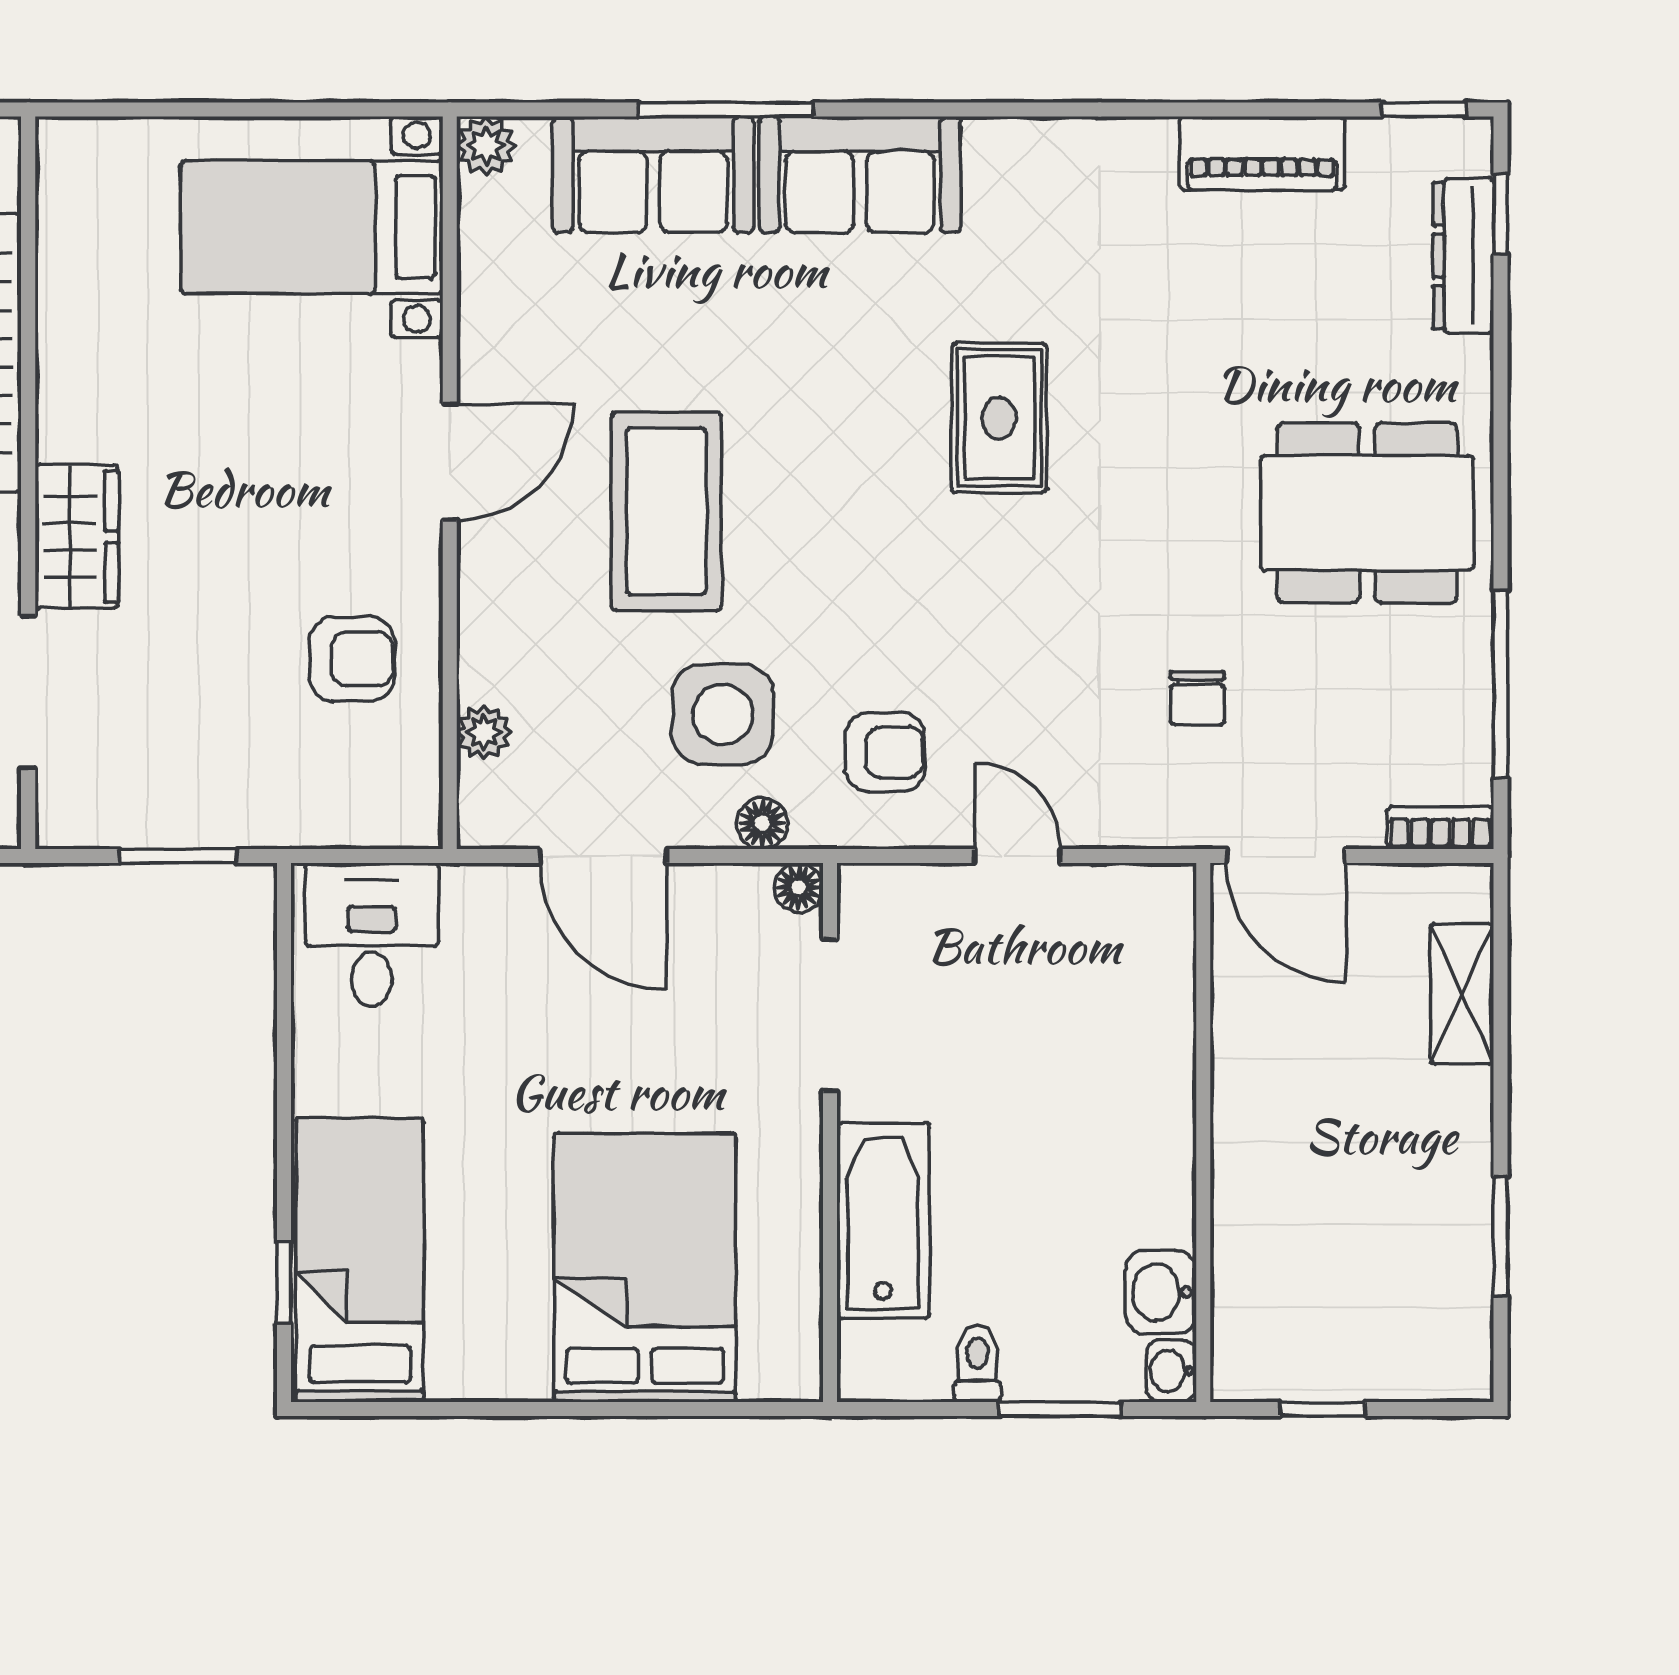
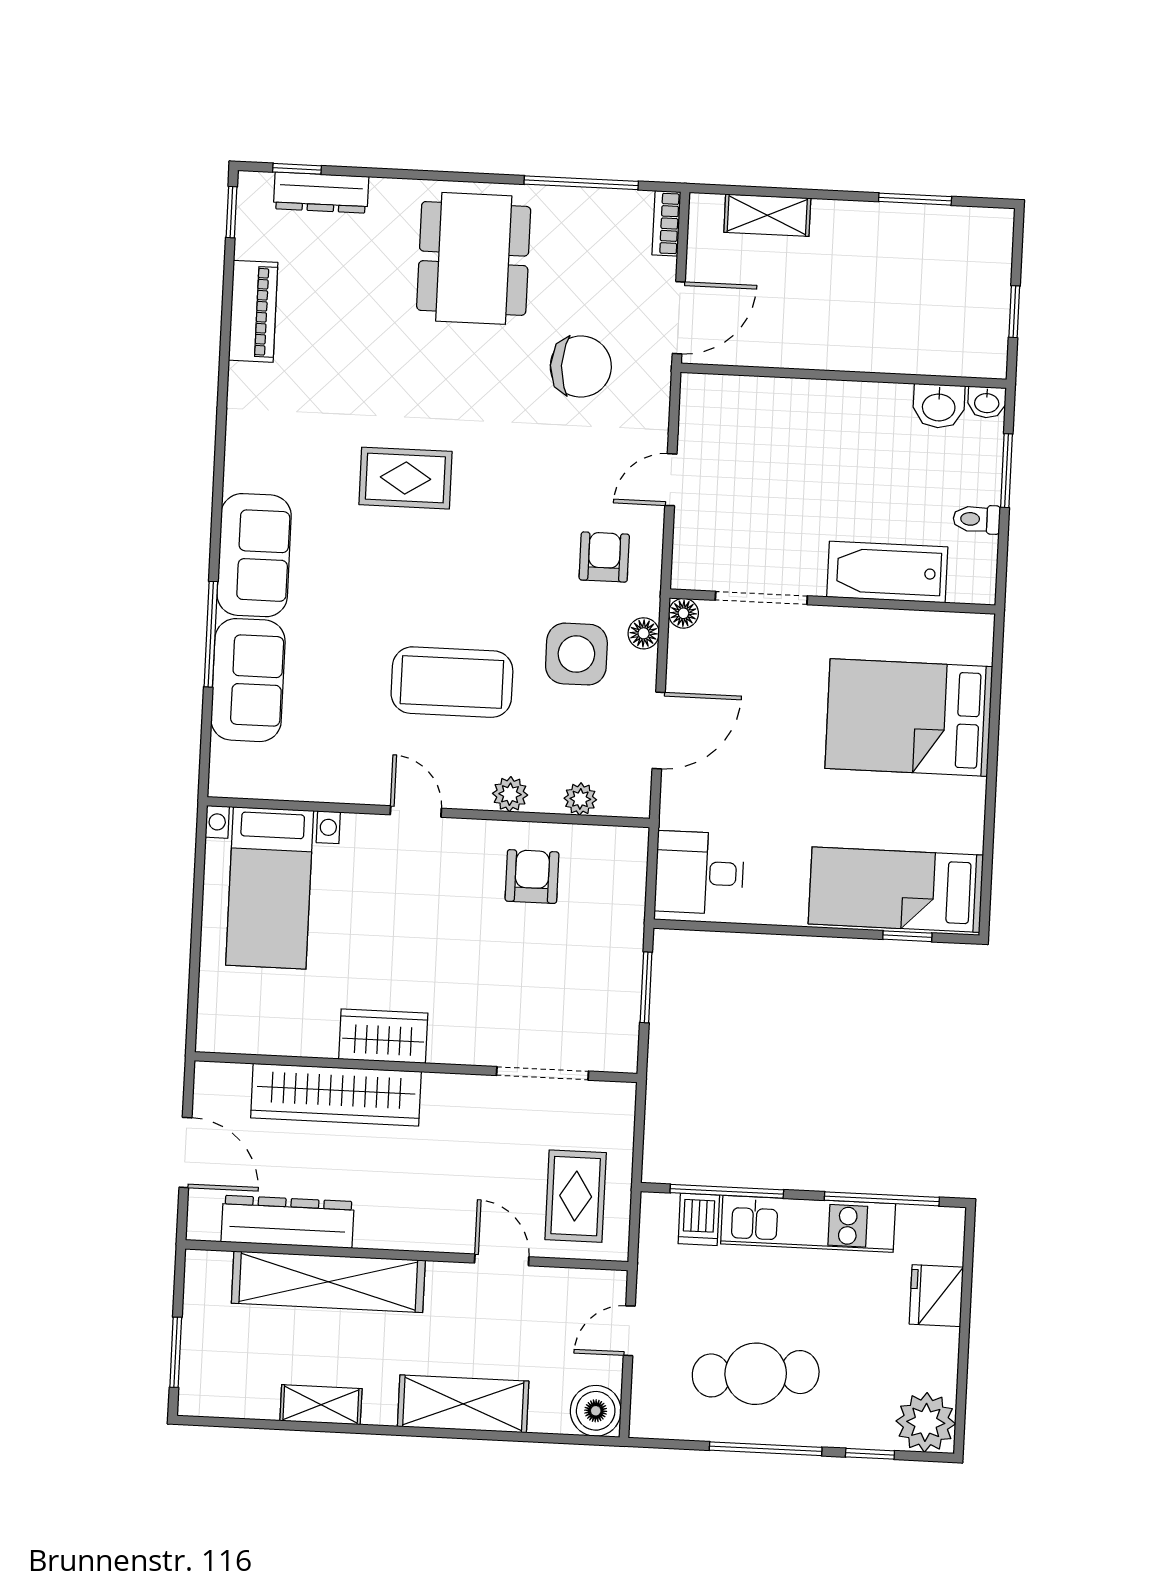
plant: (486, 146) -> (510, 794), moved
door: (450, 462) -> (416, 812), width x0.73
wardrobe: (77, 537) -> (383, 1036), moved
chair: (1197, 698) -> (581, 367), width x1.87, depth x1.87

